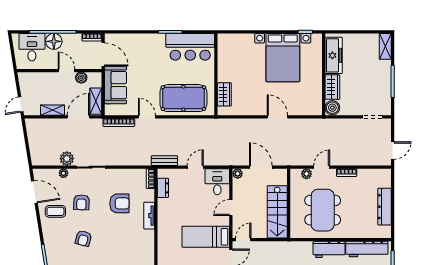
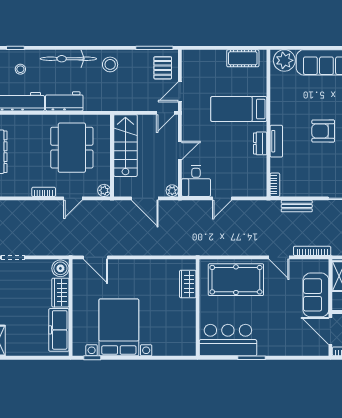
door: (277, 117) -> (96, 257), moved
bench: (164, 161) -> (297, 206), moved
plant: (306, 174) -> (104, 190), moved
dresser: (163, 188) -> (260, 143), moved
armchair: (119, 203) -> (323, 131), moved
bed: (206, 237) -> (239, 109), moved, turned 180

